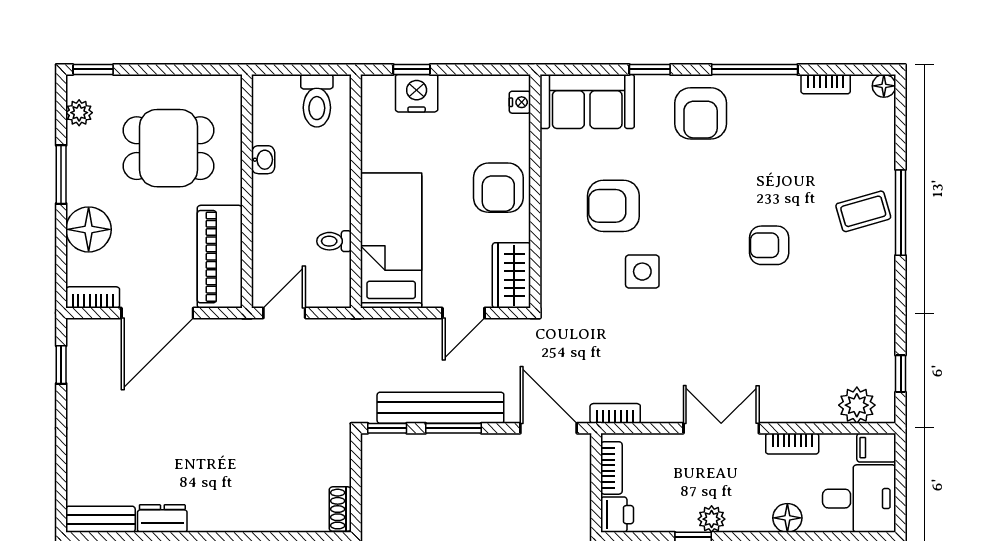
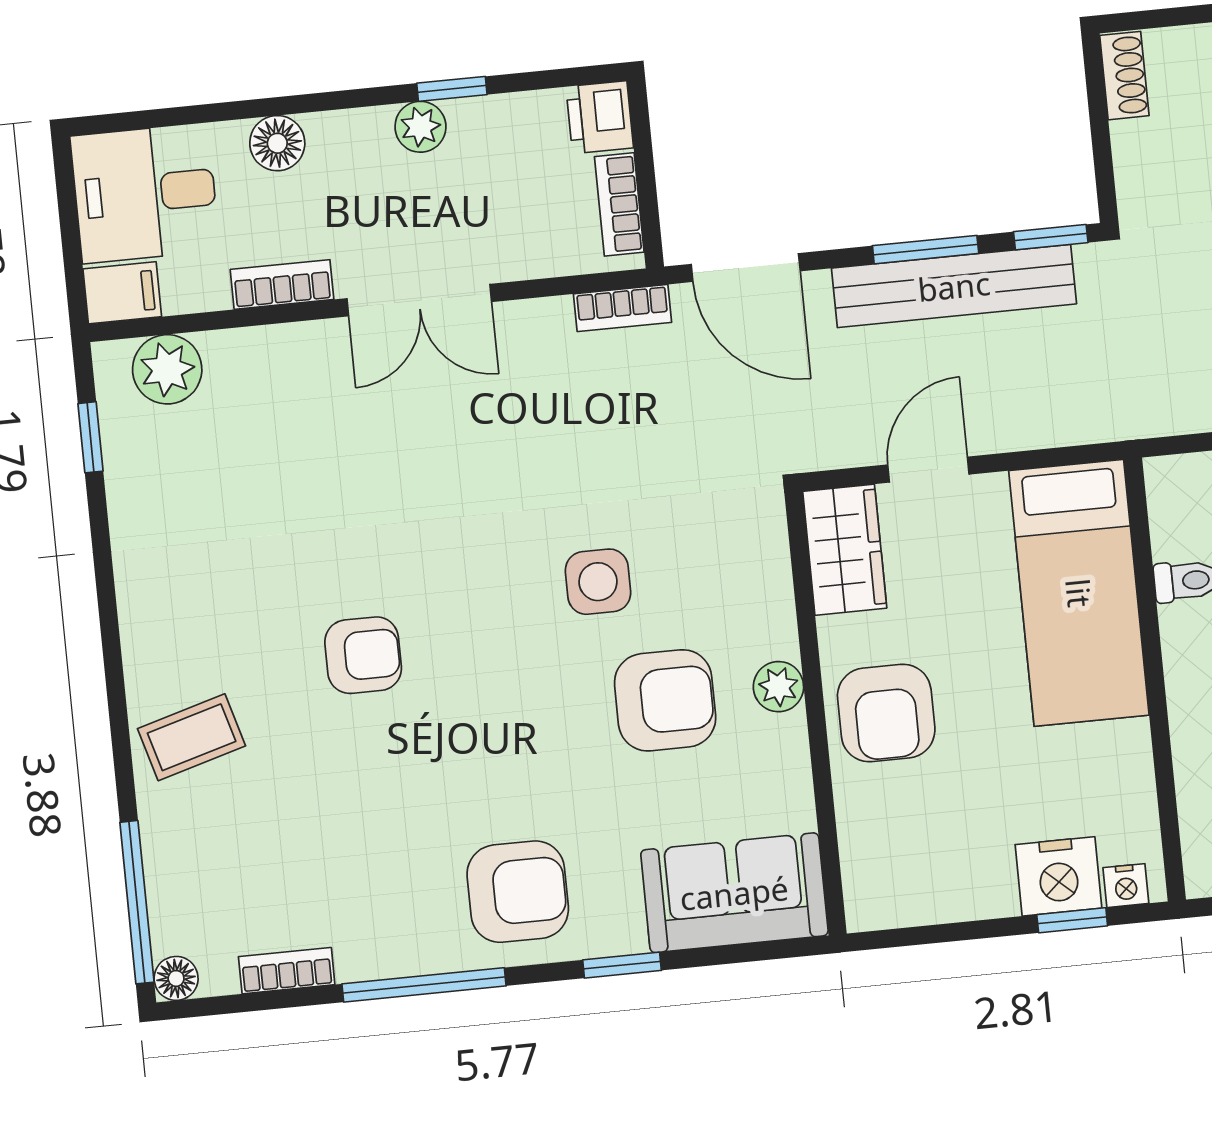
nightstand: (520, 102) -> (1126, 886), moved, turned -90
armchair: (701, 113) -> (518, 892), turned 90
armchair: (498, 188) -> (886, 713), turned 180
plant: (553, 207) -> (778, 687), added
window: (901, 213) -> (137, 902), moved

